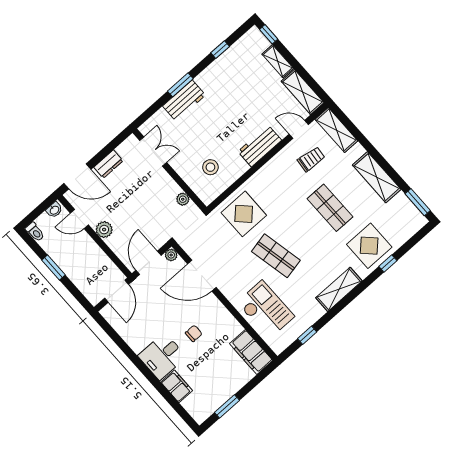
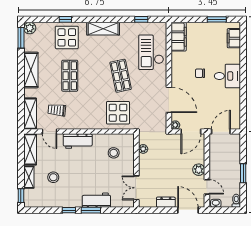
window: (220, 50) -> (69, 210), moved
stool: (252, 84) -> (53, 177), added
plant: (418, 221) -> (30, 28), added
filing cabinet: (177, 386) -> (234, 38), moved

